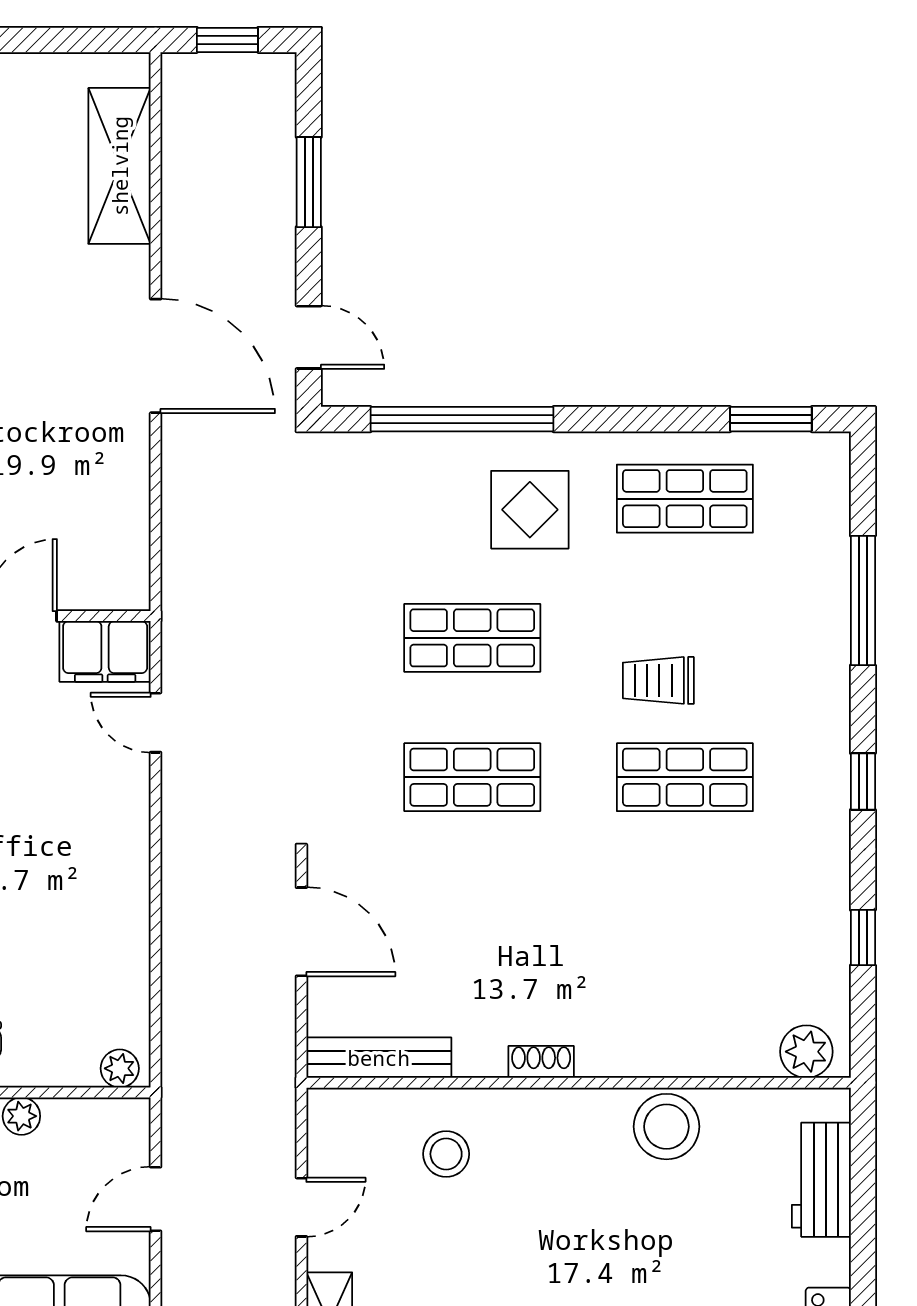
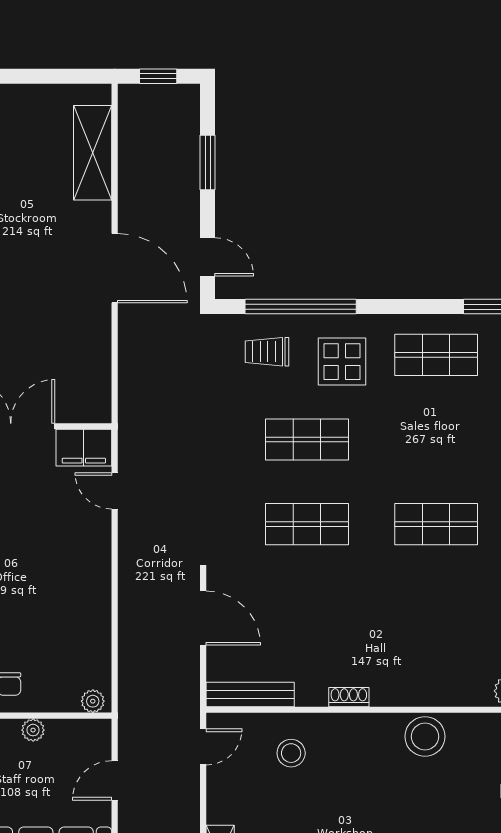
trolley: (658, 680) -> (267, 352), moved
door: (301, 1207) -> (203, 747), moved

